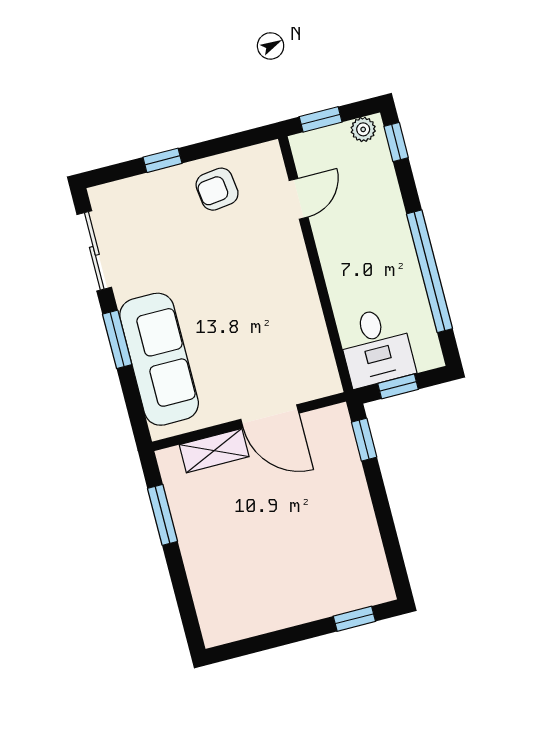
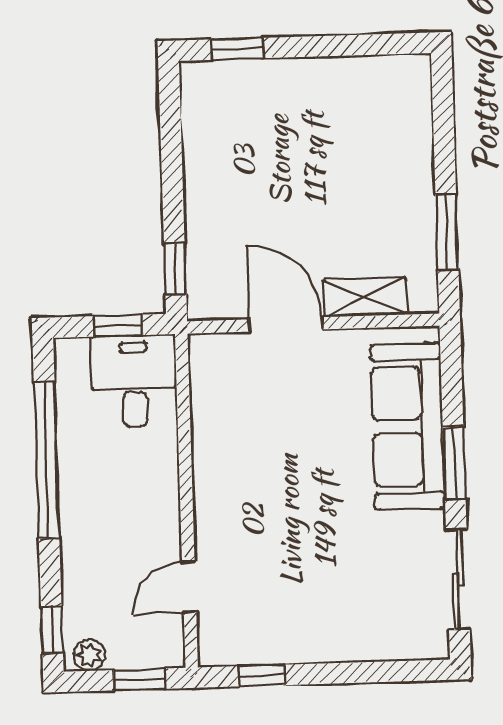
window: (162, 160) -> (262, 676), moved
armchair: (217, 189) -> (288, 622), removed

